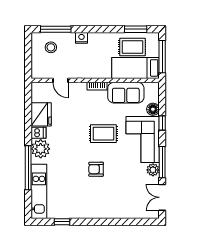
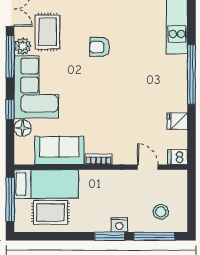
window: (136, 29) -> (110, 236), moved
fridge: (41, 114) -> (177, 121), width x0.53, depth x0.75
dishwasher: (38, 133) -> (178, 157), moved
rug: (103, 134) -> (48, 32), moved, turned 90
plant: (41, 149) -> (175, 75), removed
window: (28, 168) -> (191, 74), moved
armchair: (96, 169) -> (100, 47), turned 180

